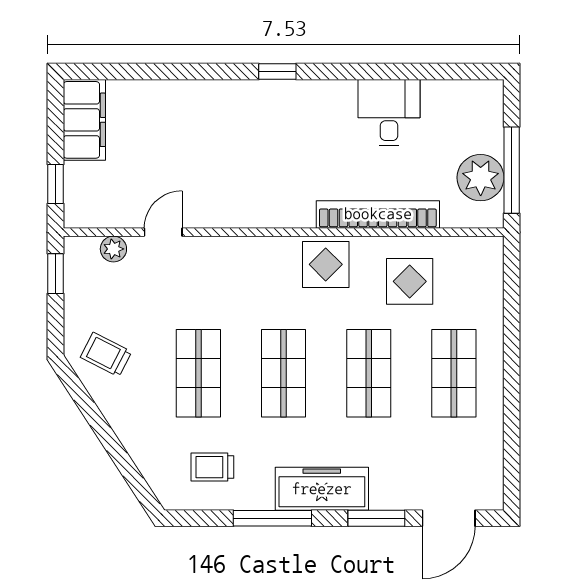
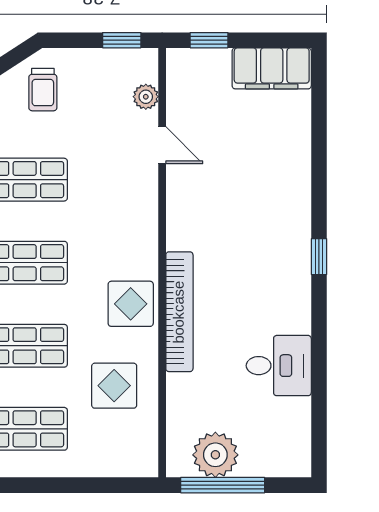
bookcase: (378, 214) -> (179, 312), moved
trolley: (106, 354) -> (43, 90), turned 153

